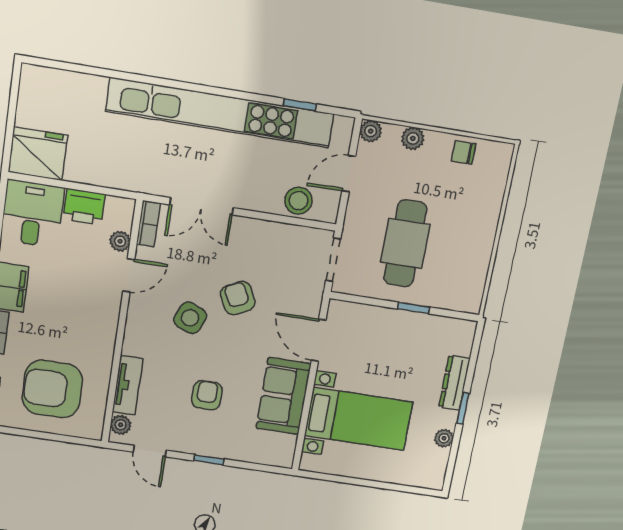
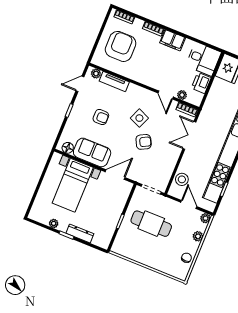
floor lamp: (285, 446) -> (68, 148), added

